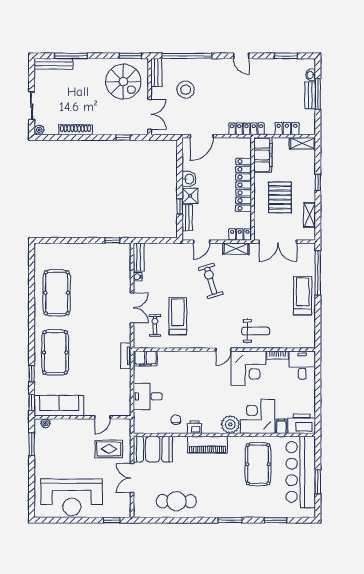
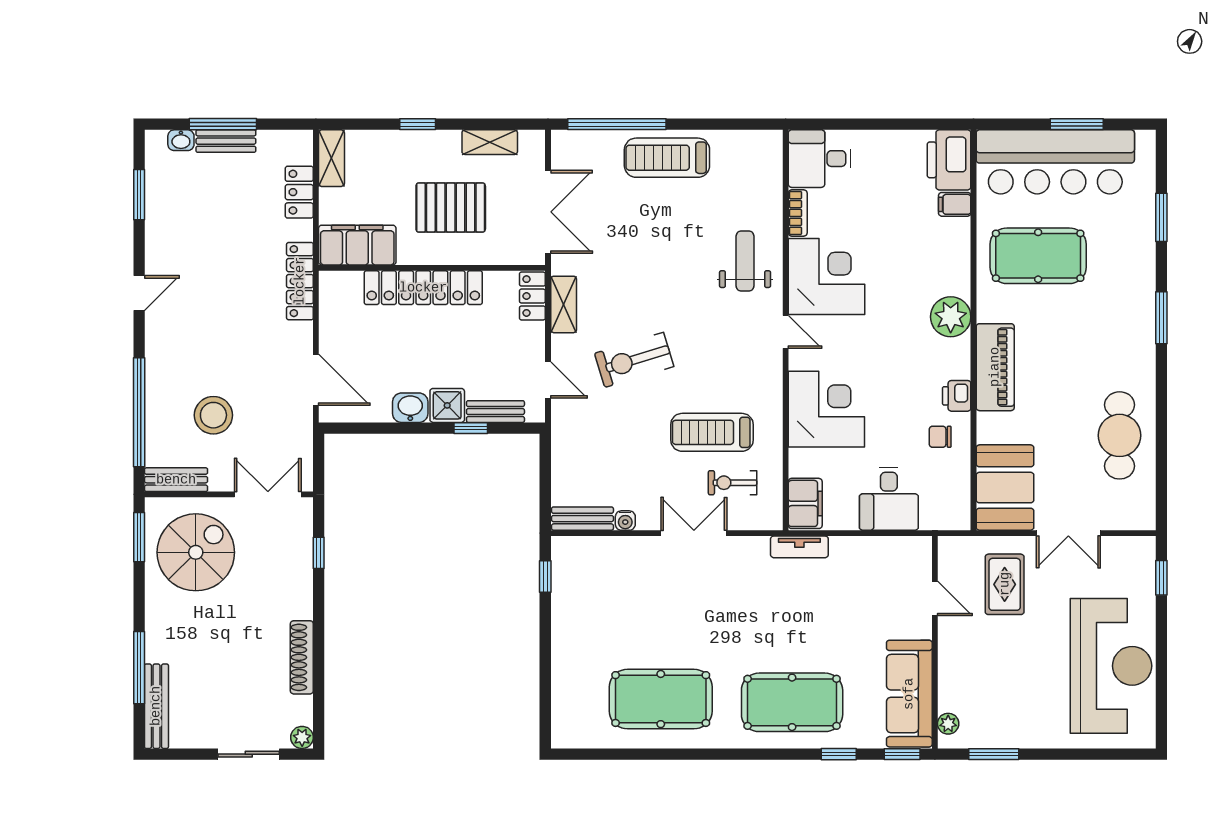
corner desk: (258, 416) -> (826, 409), moved, turned 180

